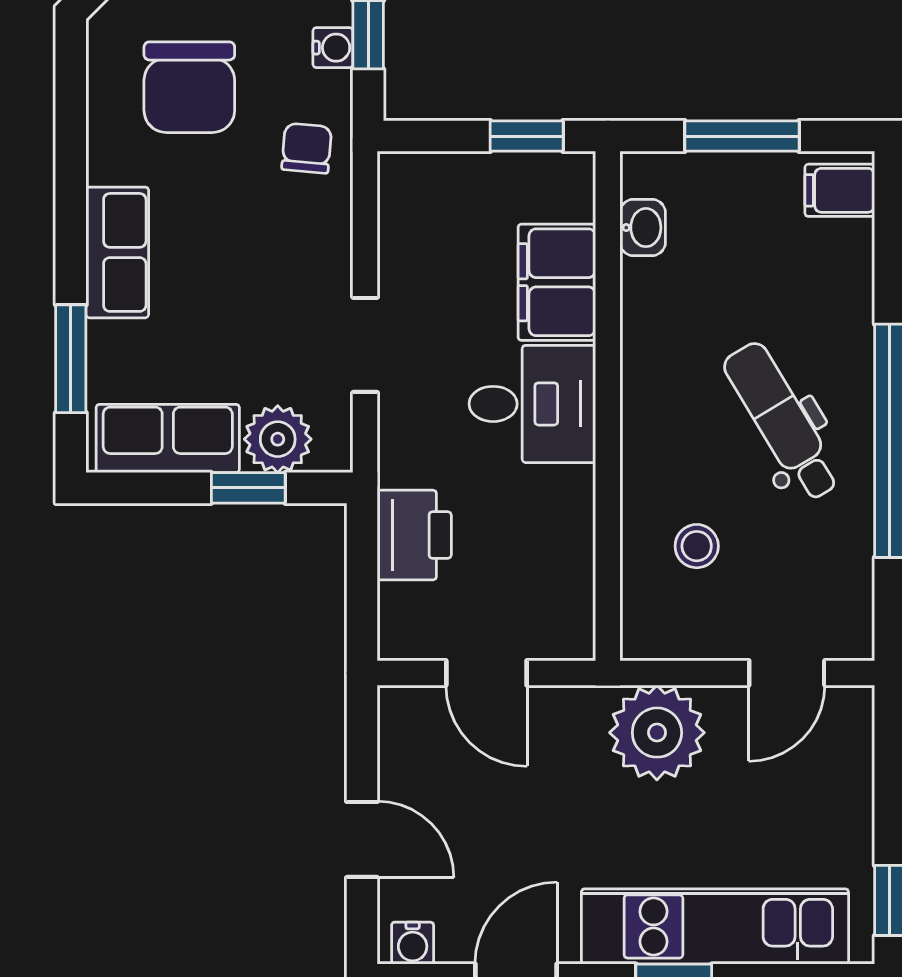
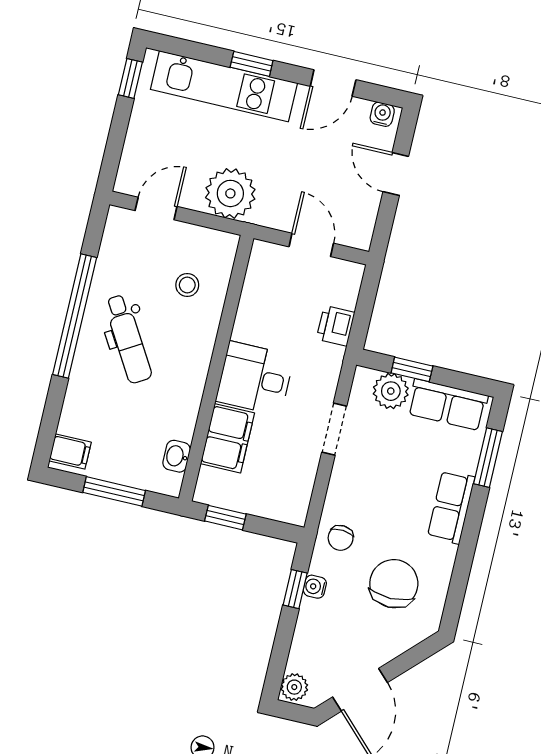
printer: (414, 535) -> (336, 326), width x0.73, depth x0.81

